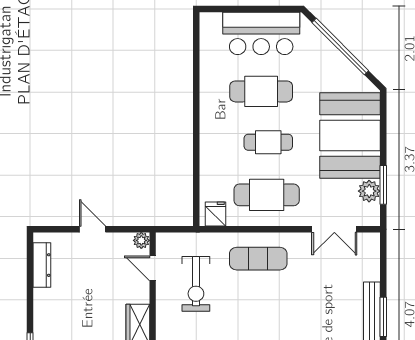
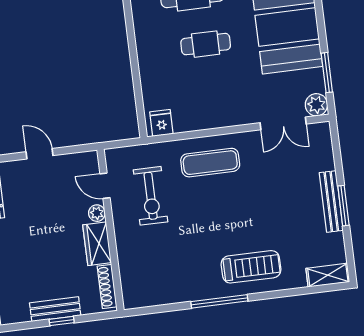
plant: (369, 191) -> (316, 105), moved
cafe table: (267, 195) -> (211, 97), removed
plant: (141, 240) -> (97, 213), moved

